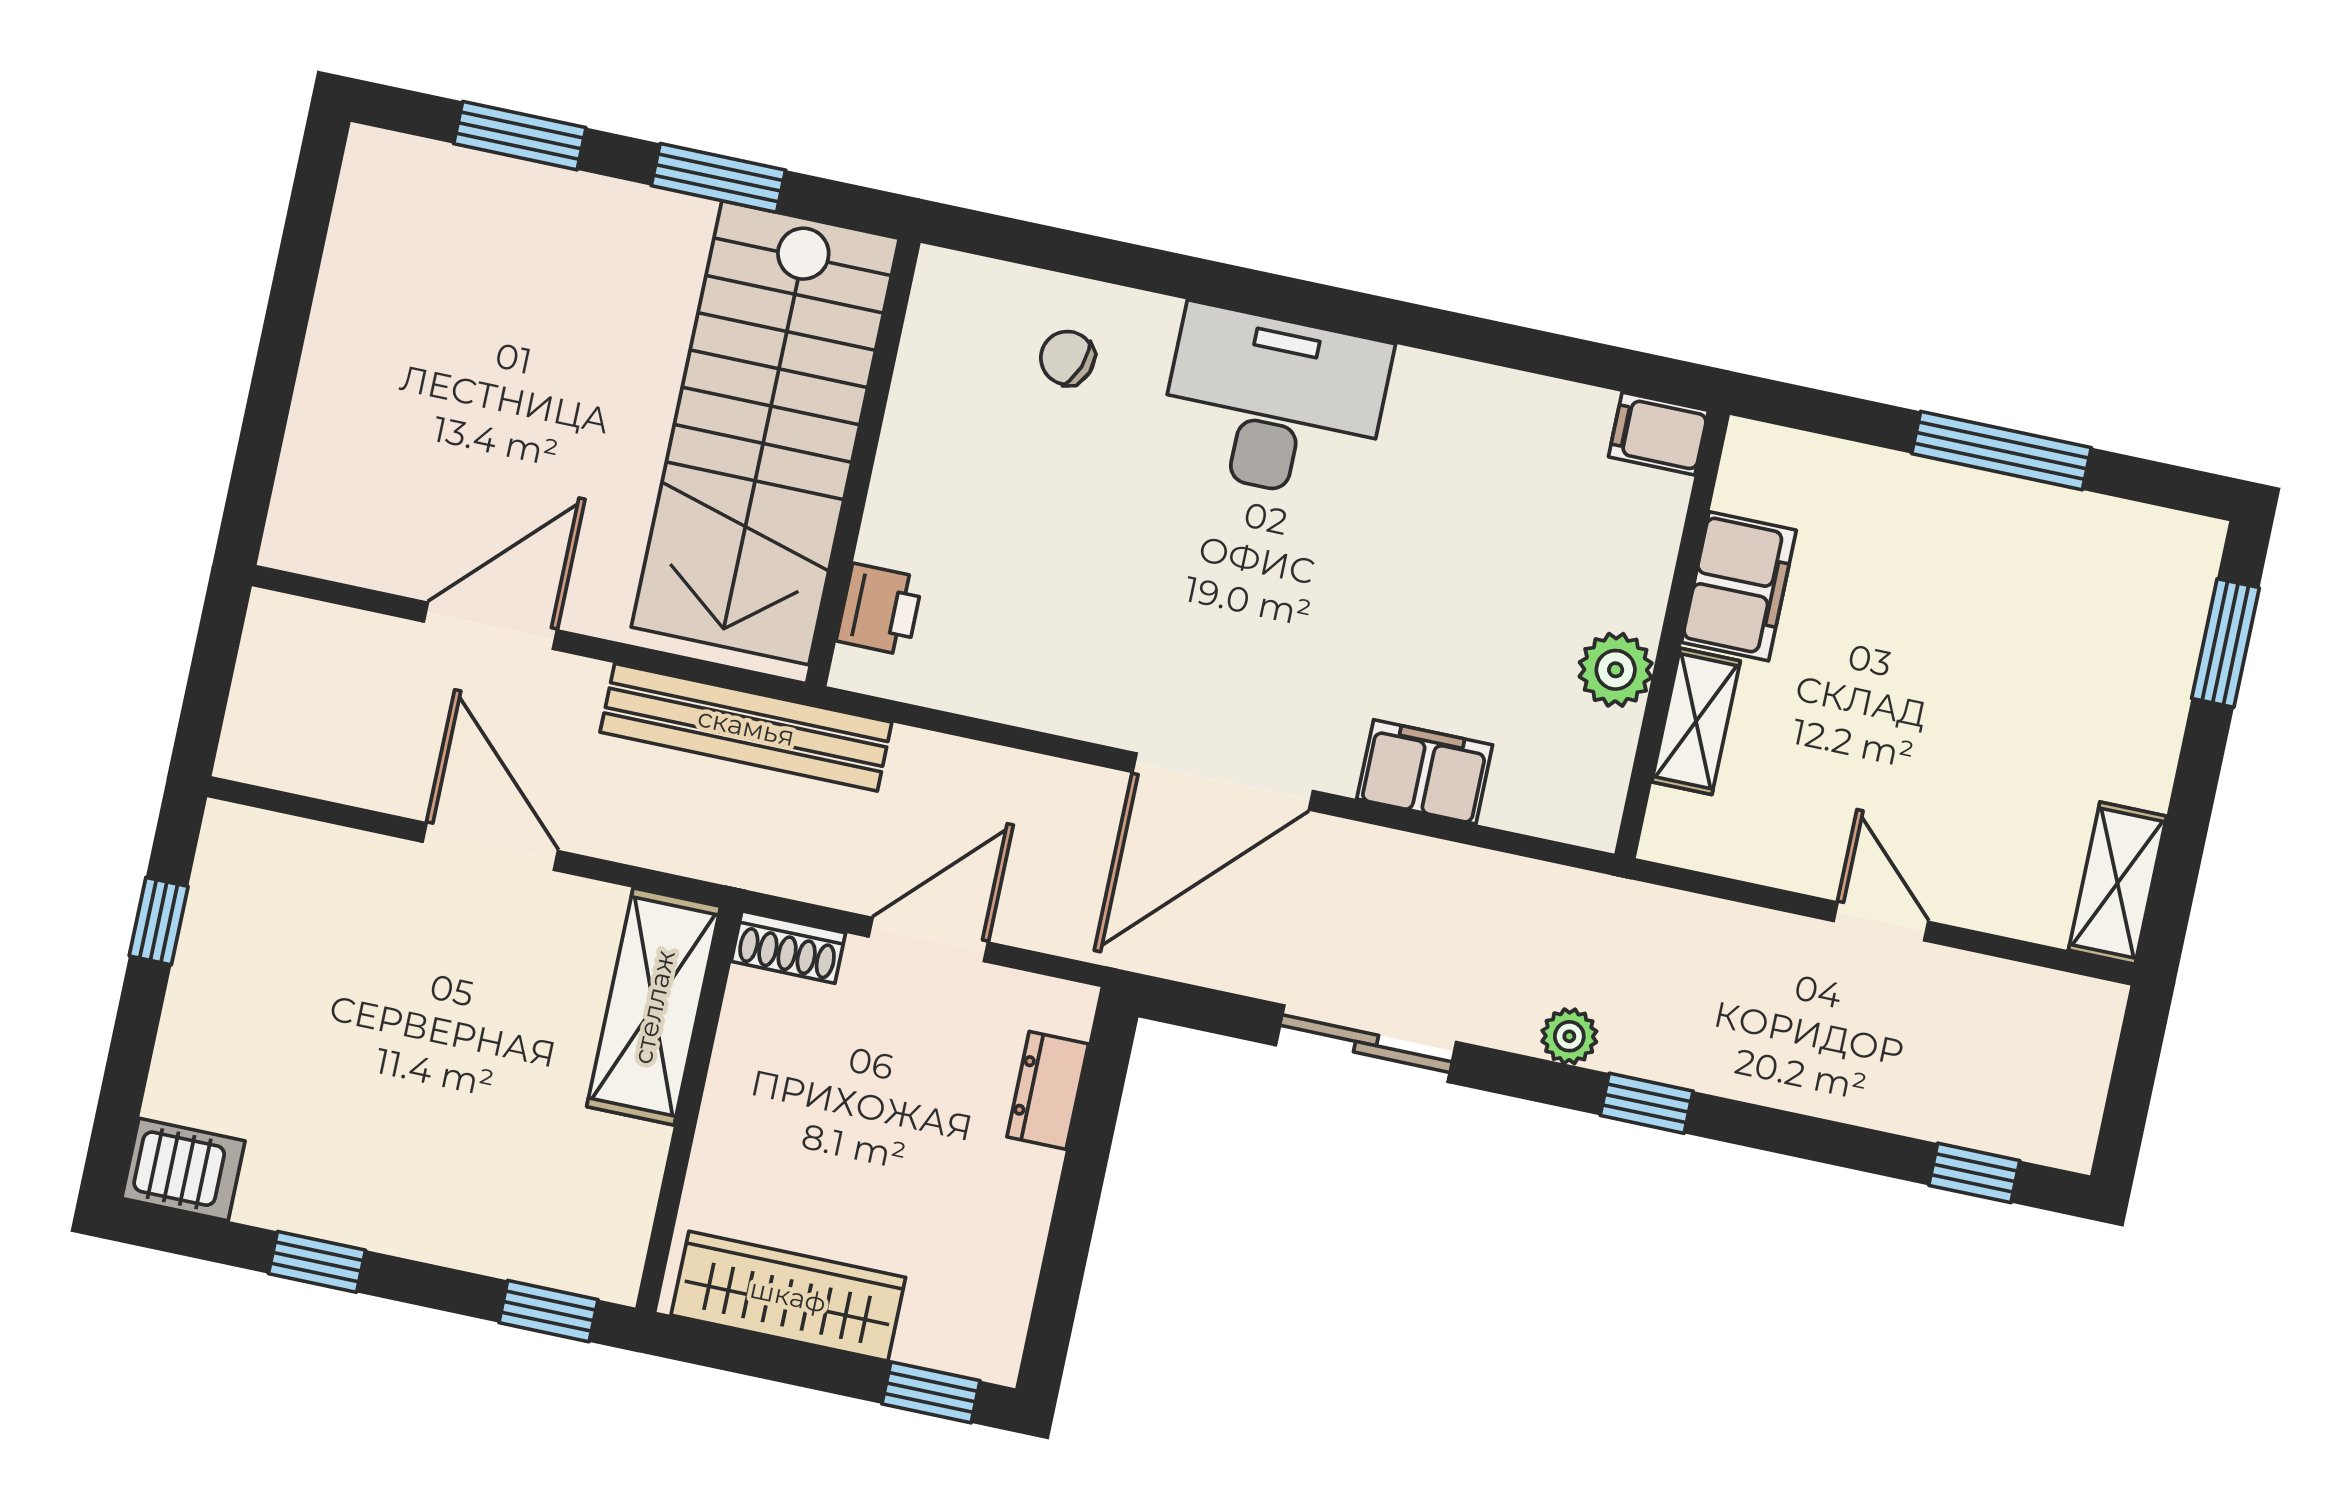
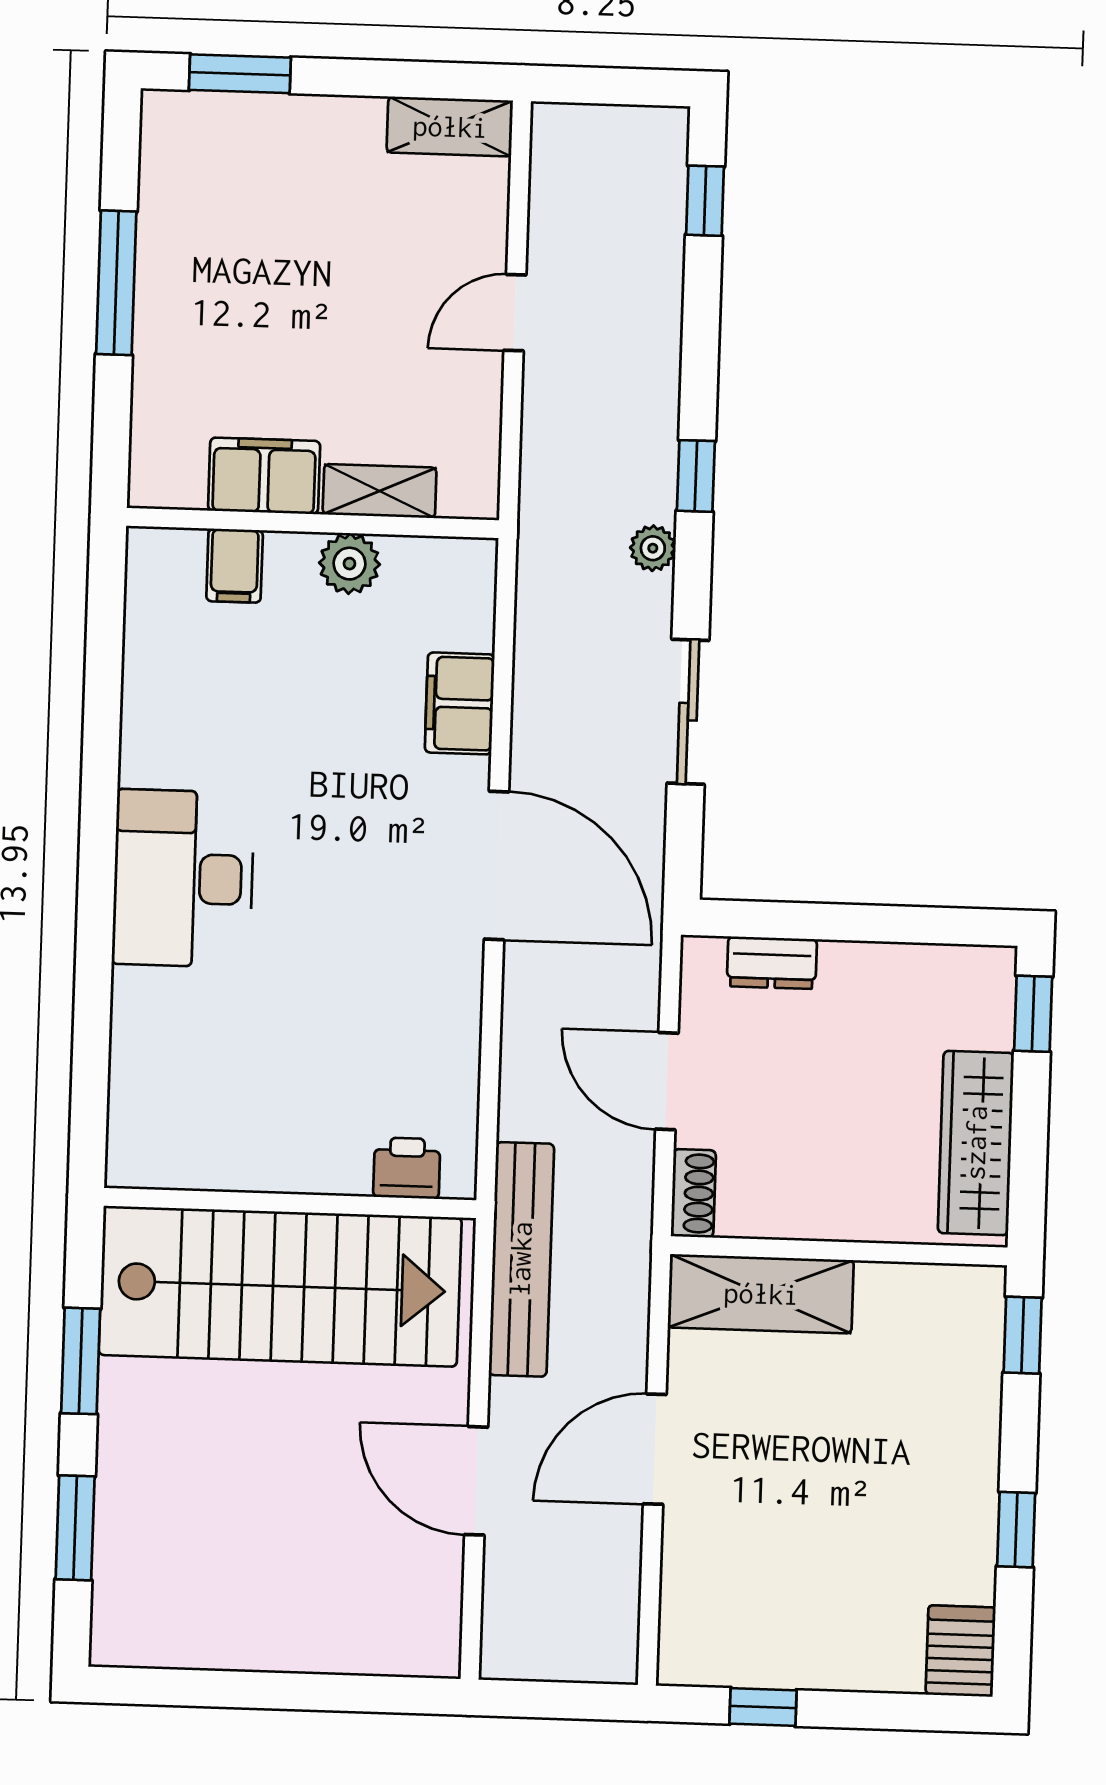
chair: (1067, 358) -> (176, 1052), removed
filing cabinet: (1658, 434) -> (235, 566), moved

